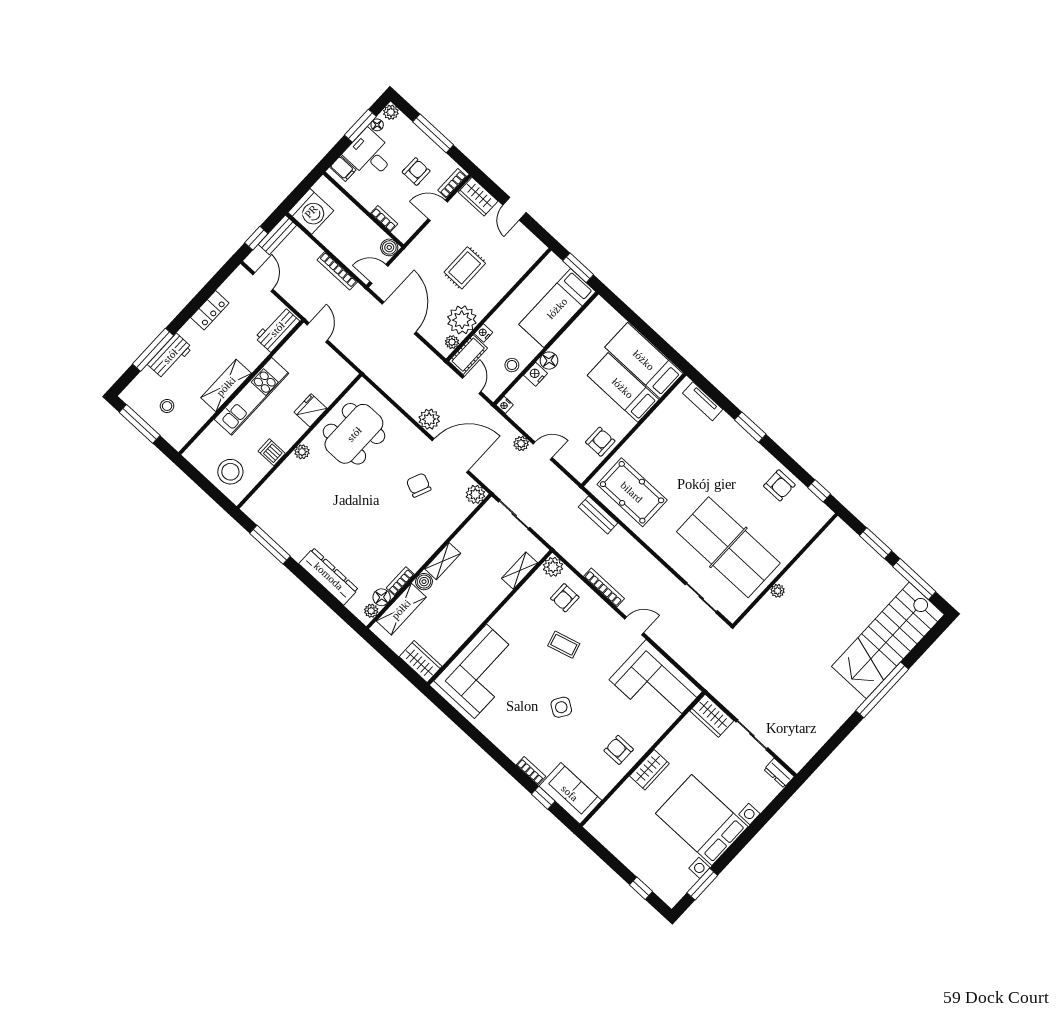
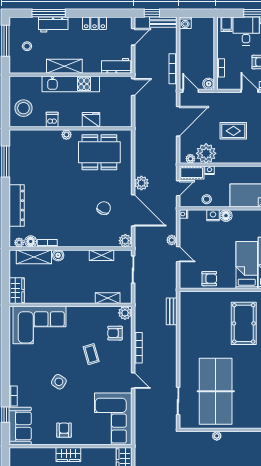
washing machine: (311, 211) -> (185, 23), width x0.53, depth x0.53
pool table: (632, 492) -> (244, 323), moved
shelving: (443, 561) -> (101, 255), moved

